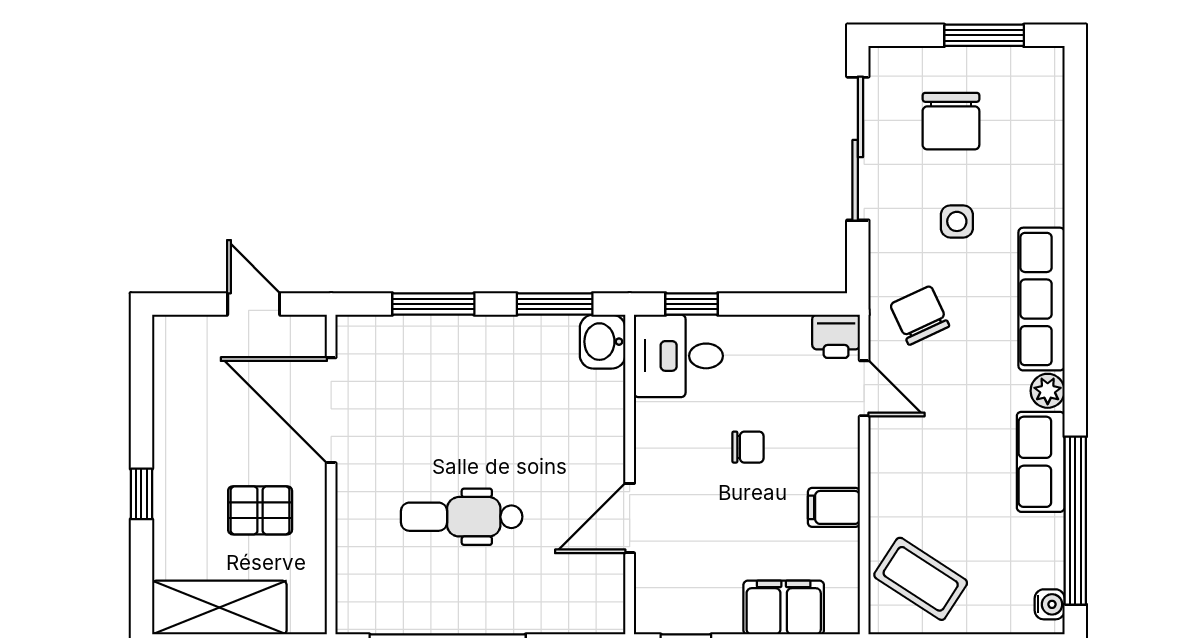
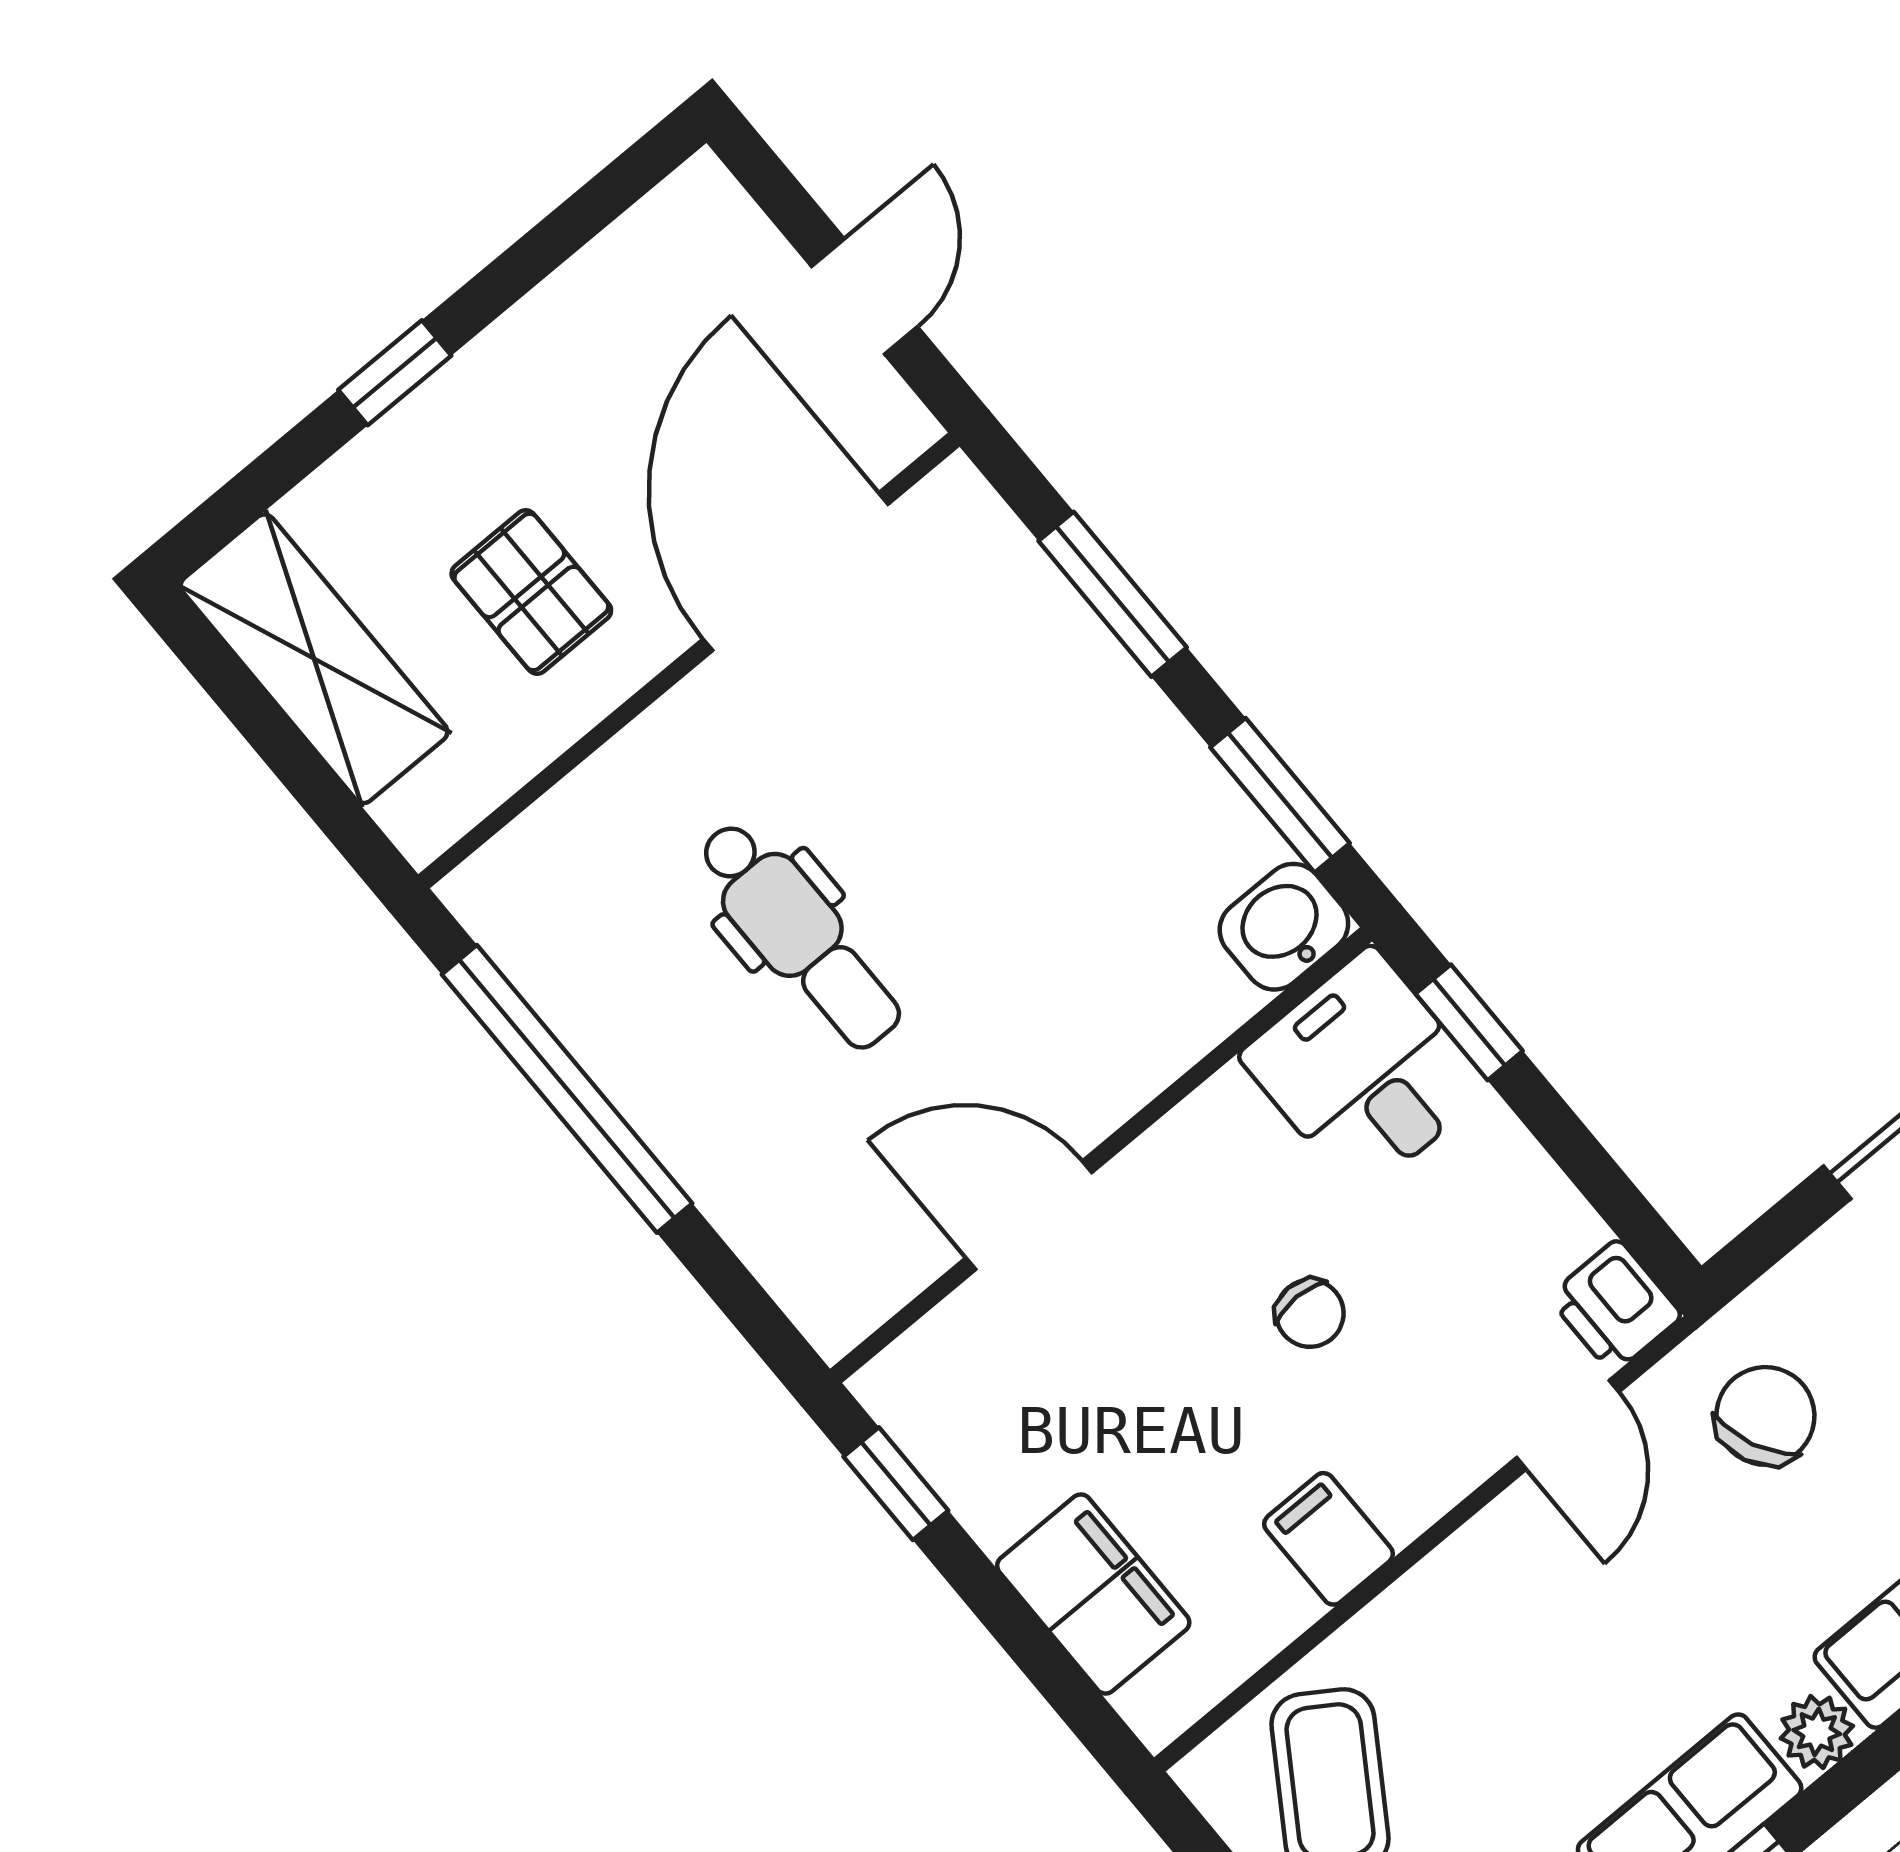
dental chair: (462, 517) -> (799, 935), turned 180

